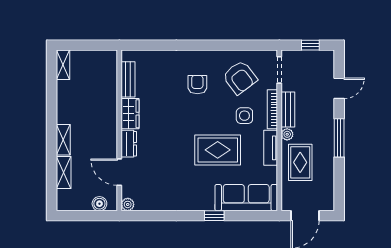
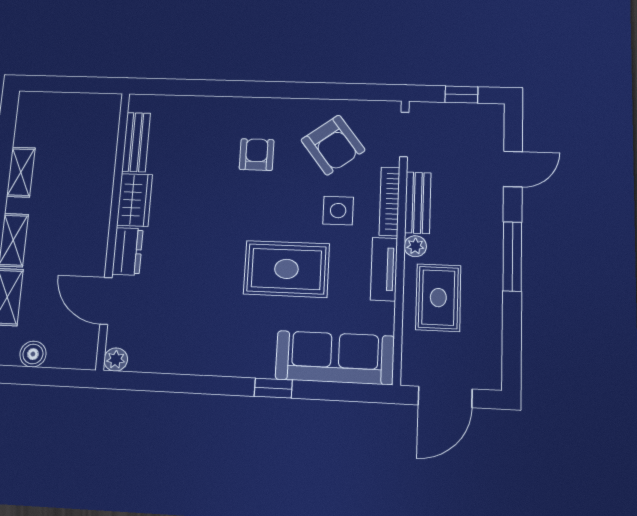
shelving: (63, 65) -> (21, 172), moved
boiler: (99, 204) -> (33, 354), moved

